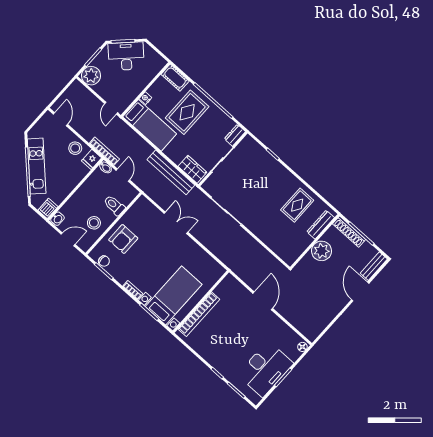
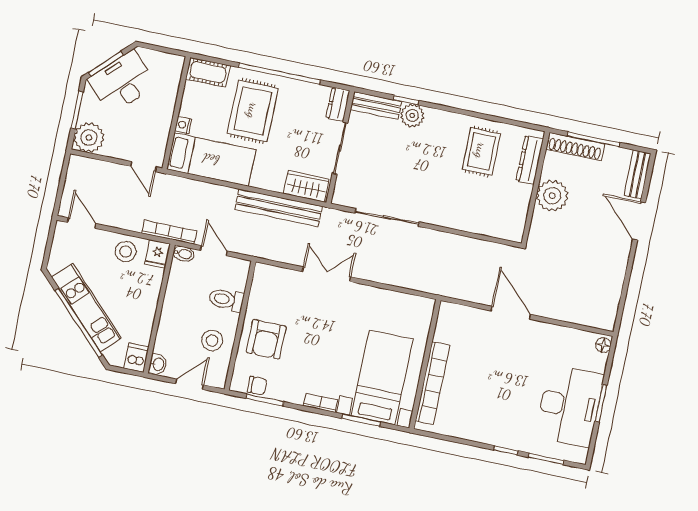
bench: (255, 148) -> (376, 105), added
plant: (271, 164) -> (412, 115), added

